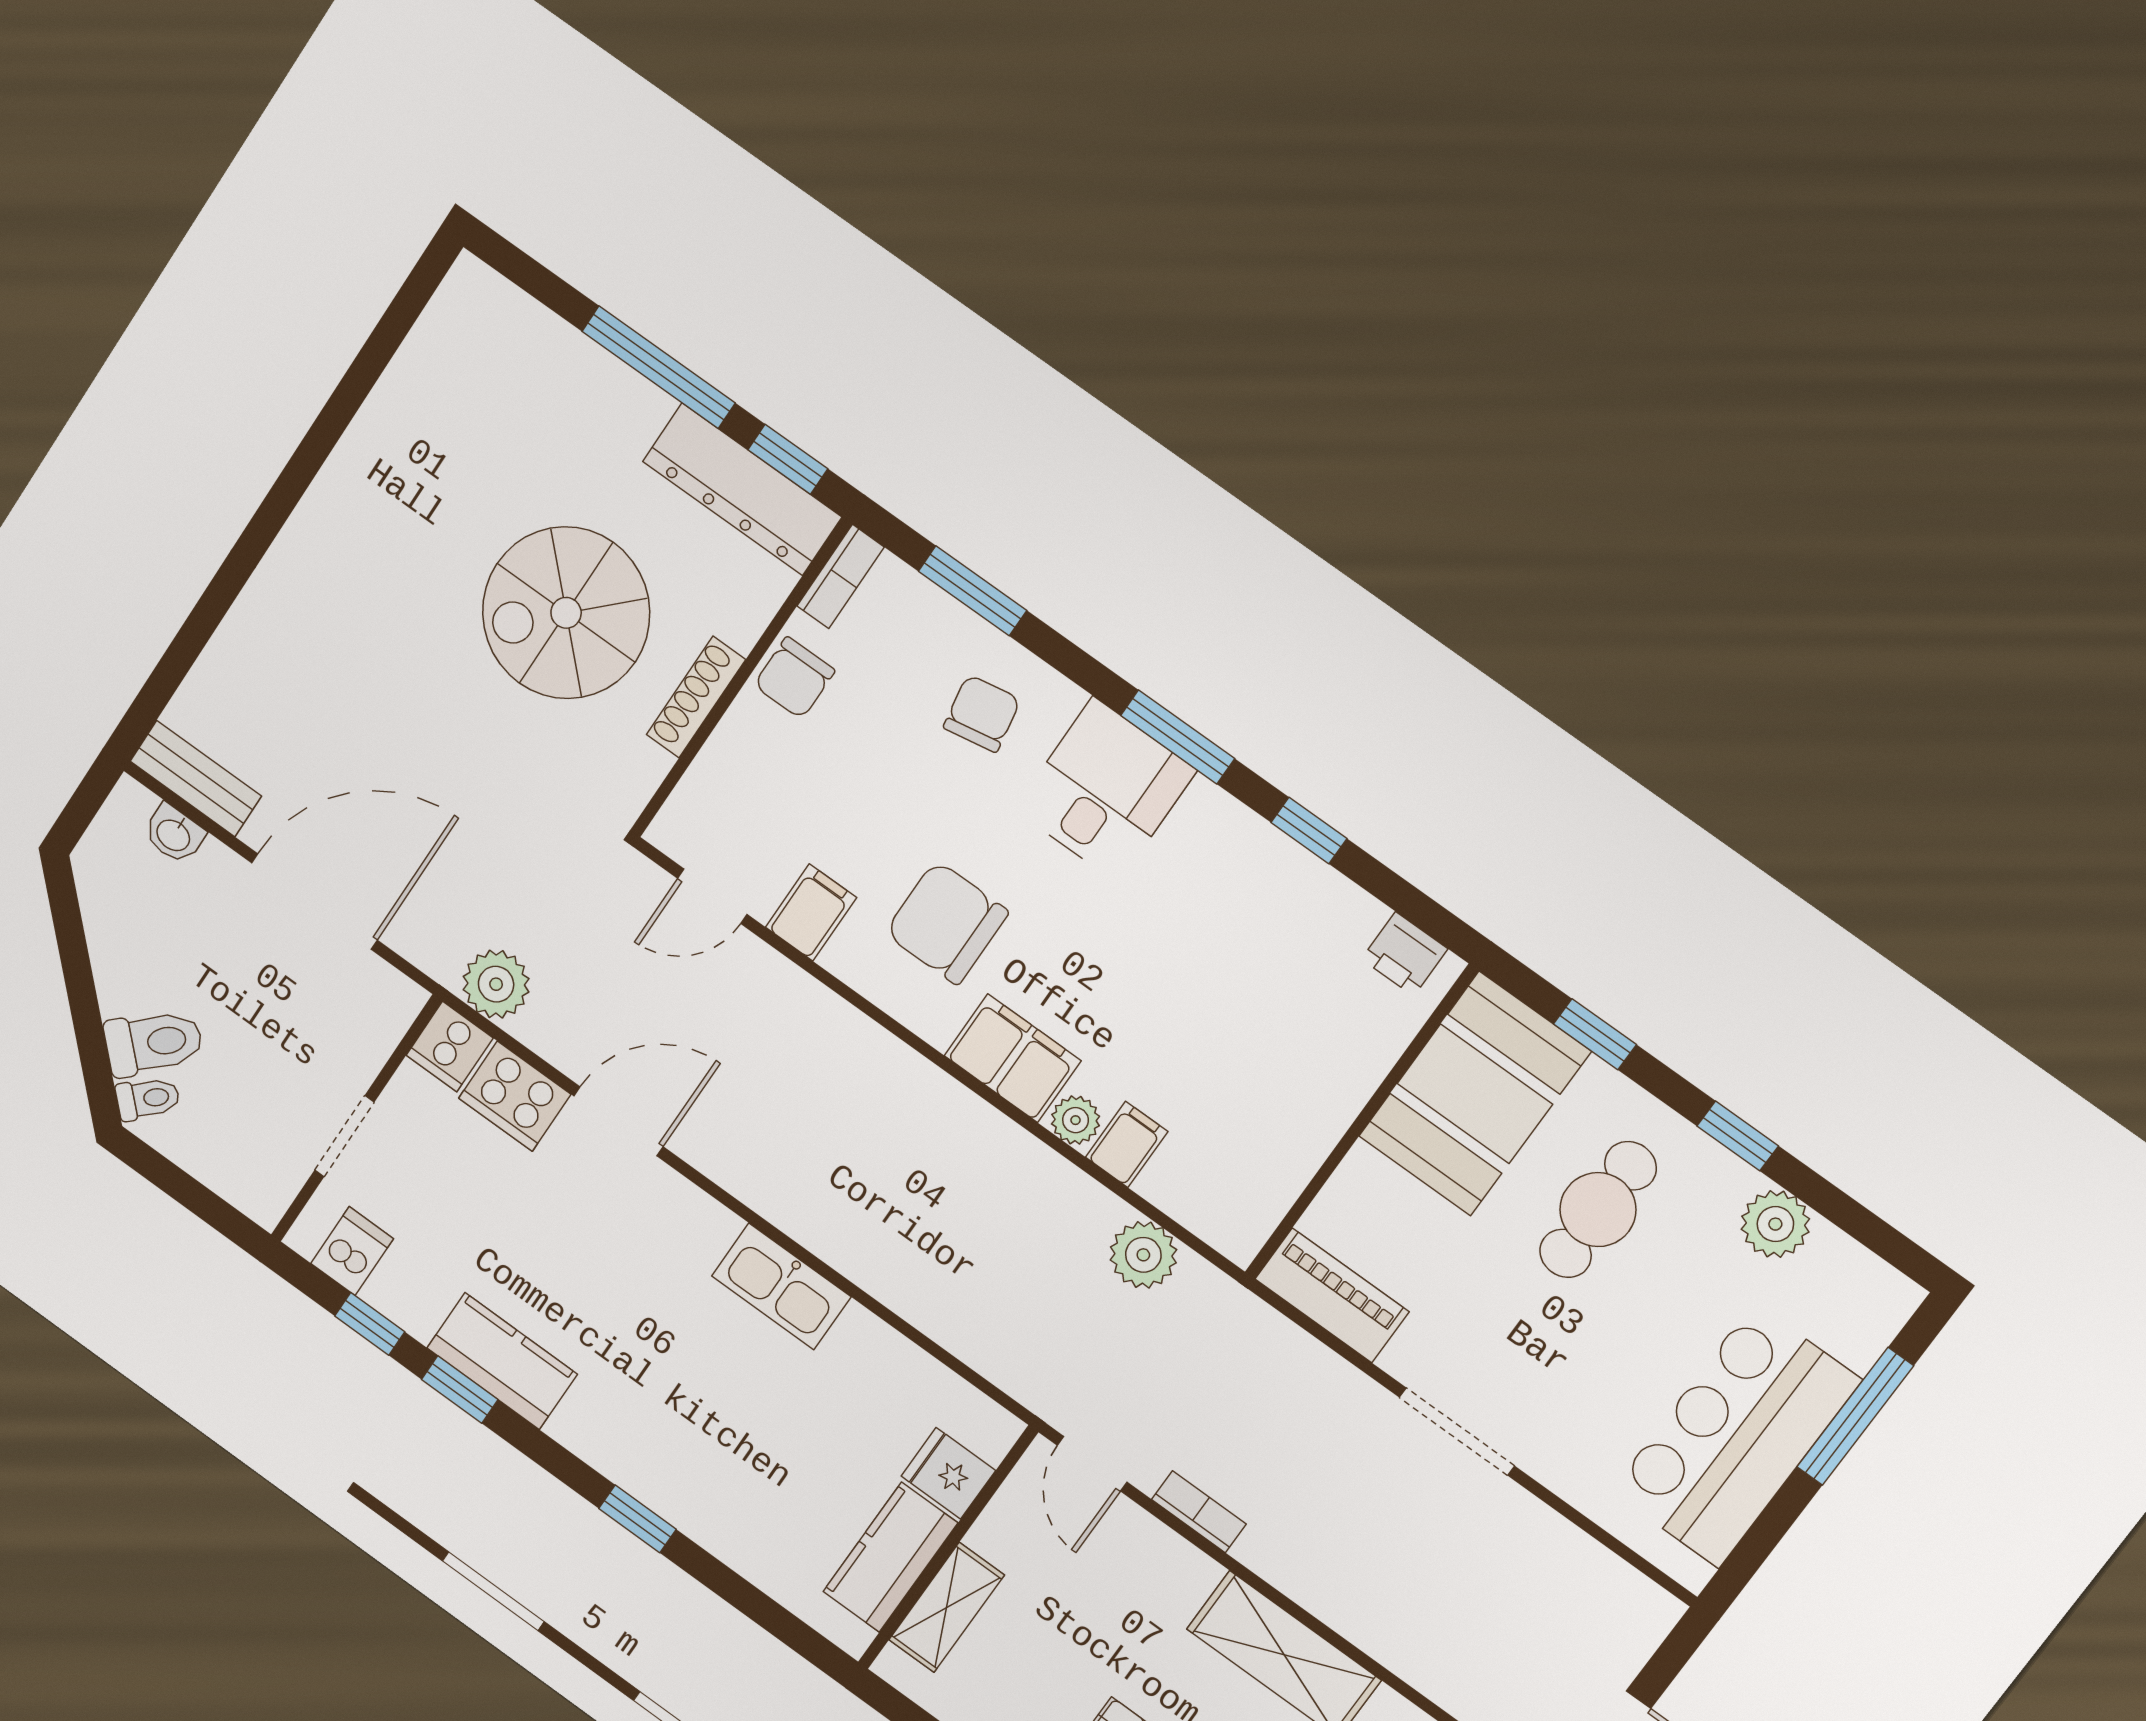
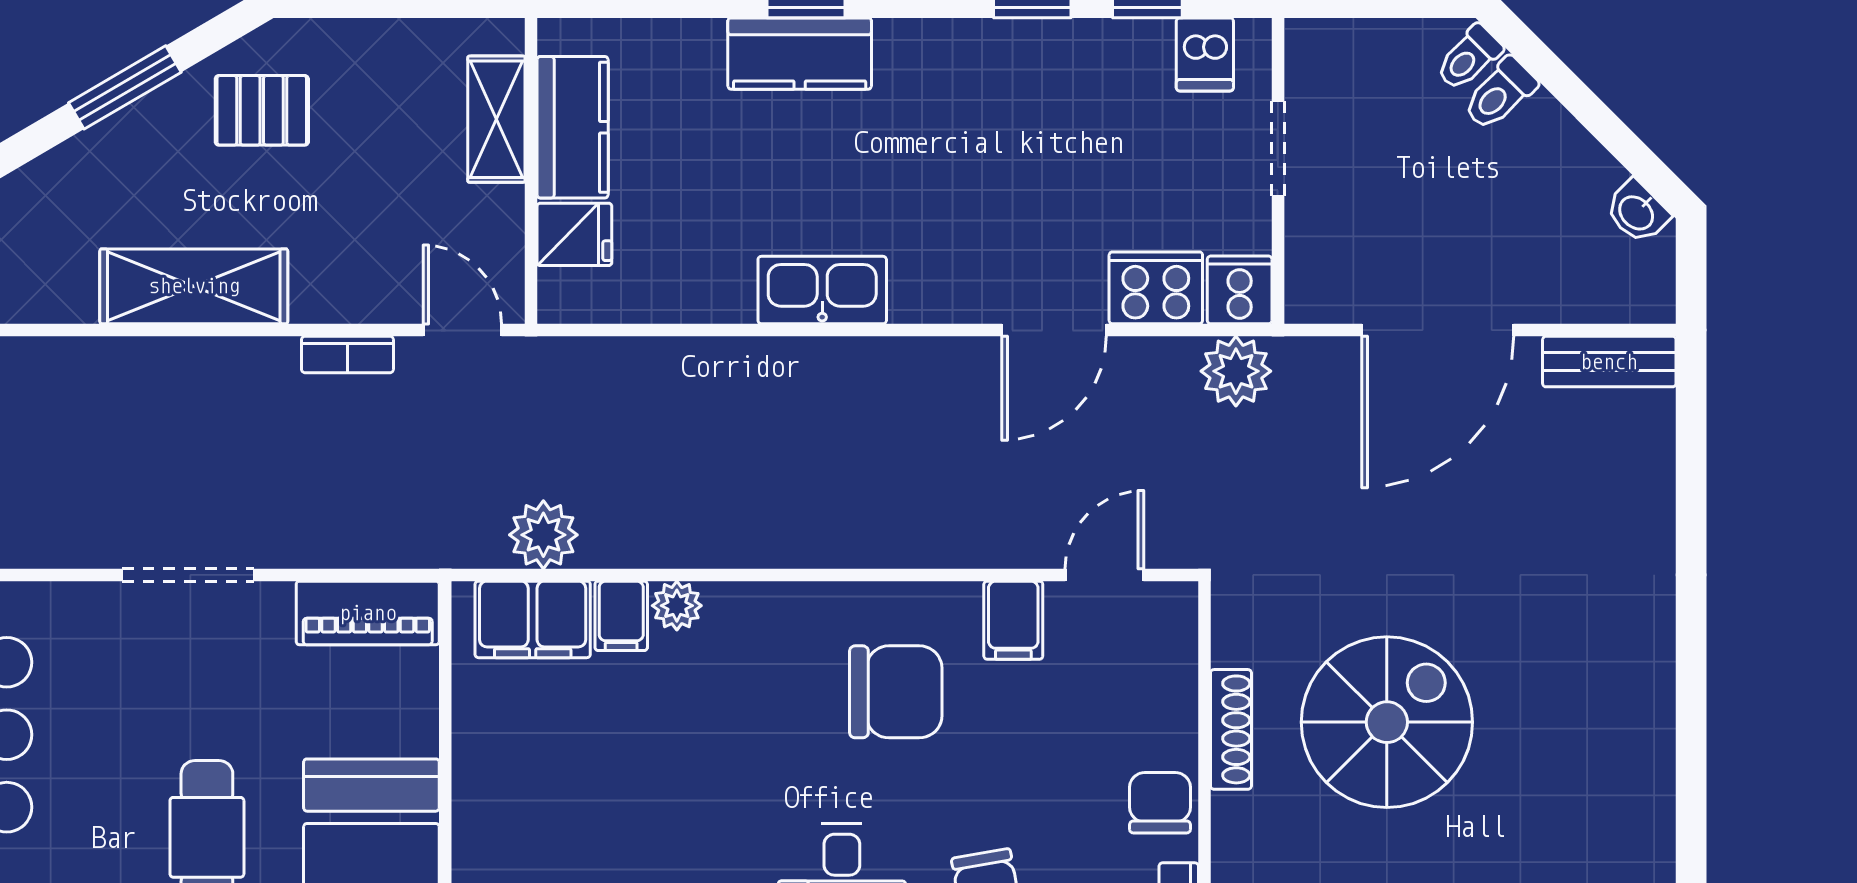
washbasin: (174, 834) -> (1637, 212), moved, turned -135
toilet: (154, 1043) -> (1500, 94), width x0.73, depth x0.72
filing cabinet: (1013, 1058) -> (533, 619), moved
kitchen counter: (502, 1361) -> (800, 54), moved

